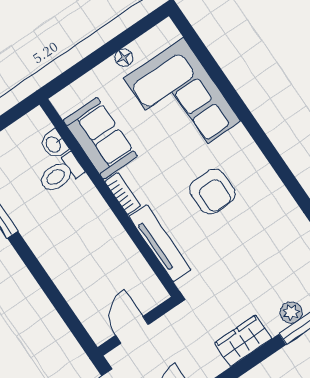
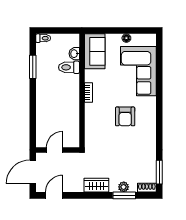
sofa: (100, 138) -> (95, 51), moved
tv unit: (160, 243) -> (90, 123), removed

